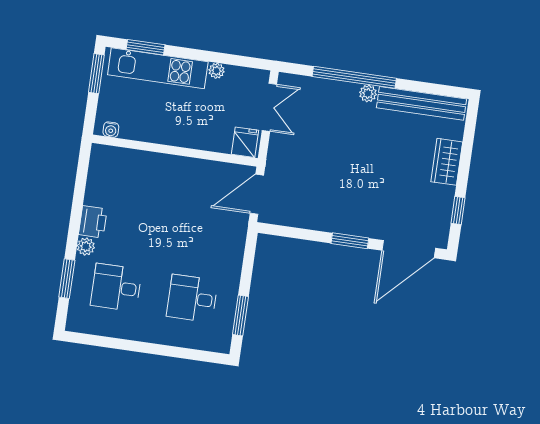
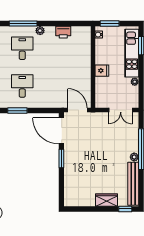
window: (96, 74) -> (110, 24), moved
fridge: (245, 142) -> (102, 71), moved
window: (458, 211) -> (125, 209), moved
printer: (93, 222) -> (63, 32), moved
door: (409, 249) -> (61, 131), moved
window: (67, 279) -> (23, 24), width x1.44

